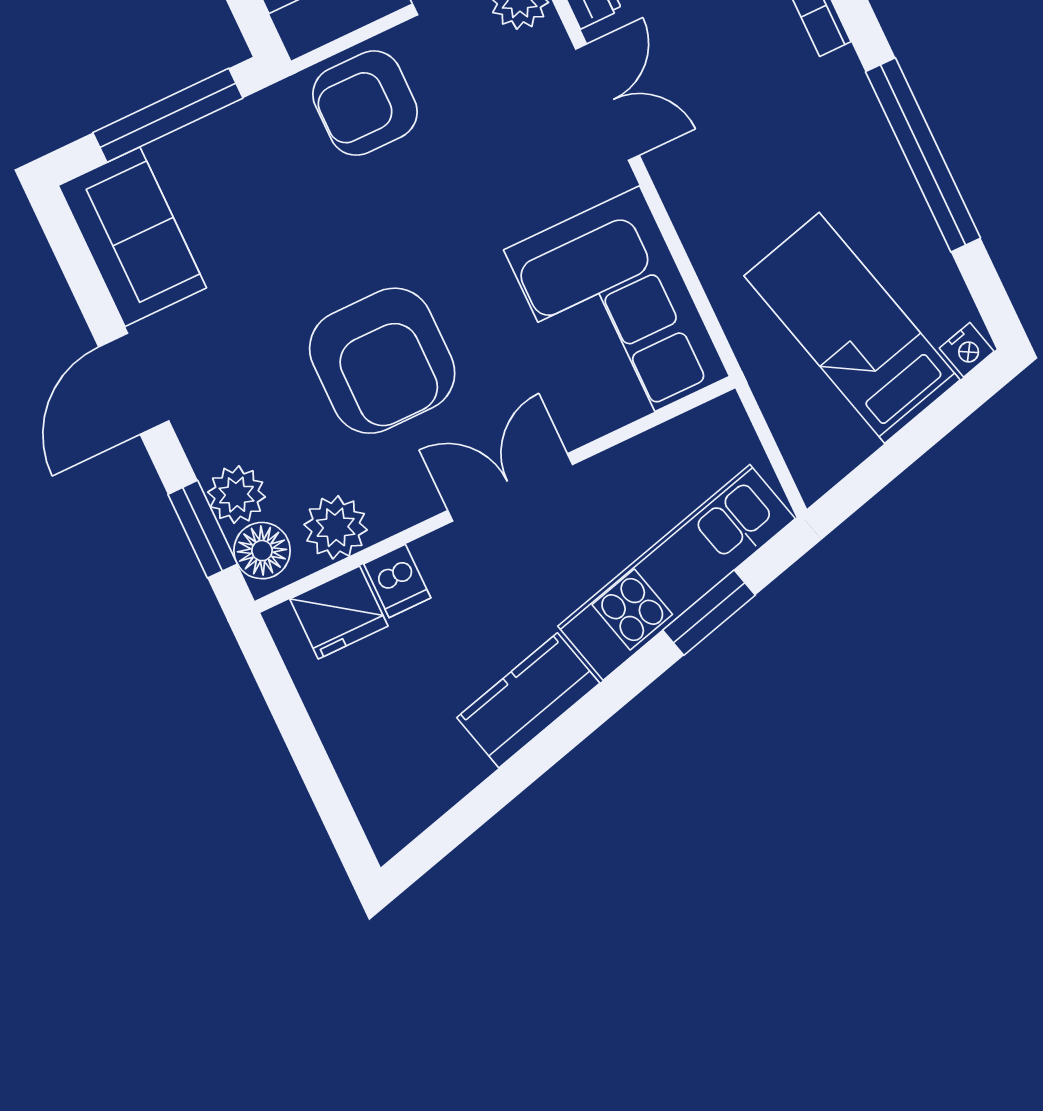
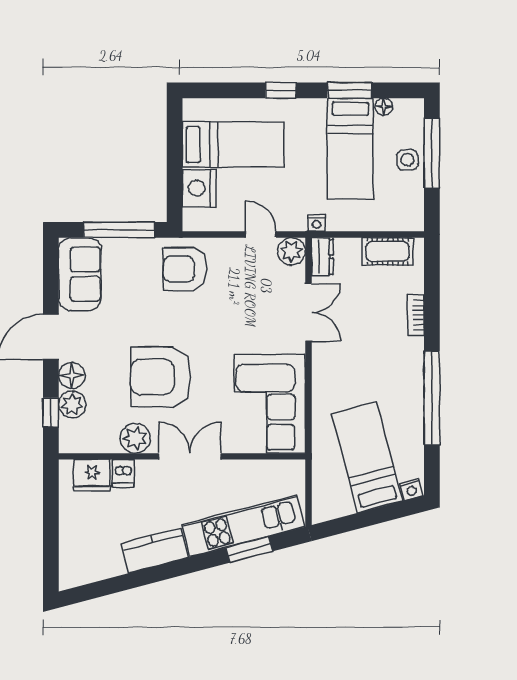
armchair: (365, 103) -> (185, 269), moved
armchair: (382, 361) -> (161, 377), turned 90
plant: (336, 527) -> (135, 438), moved
window: (203, 529) -> (51, 412), width x0.67
floor lamp: (262, 551) -> (72, 376), moved

